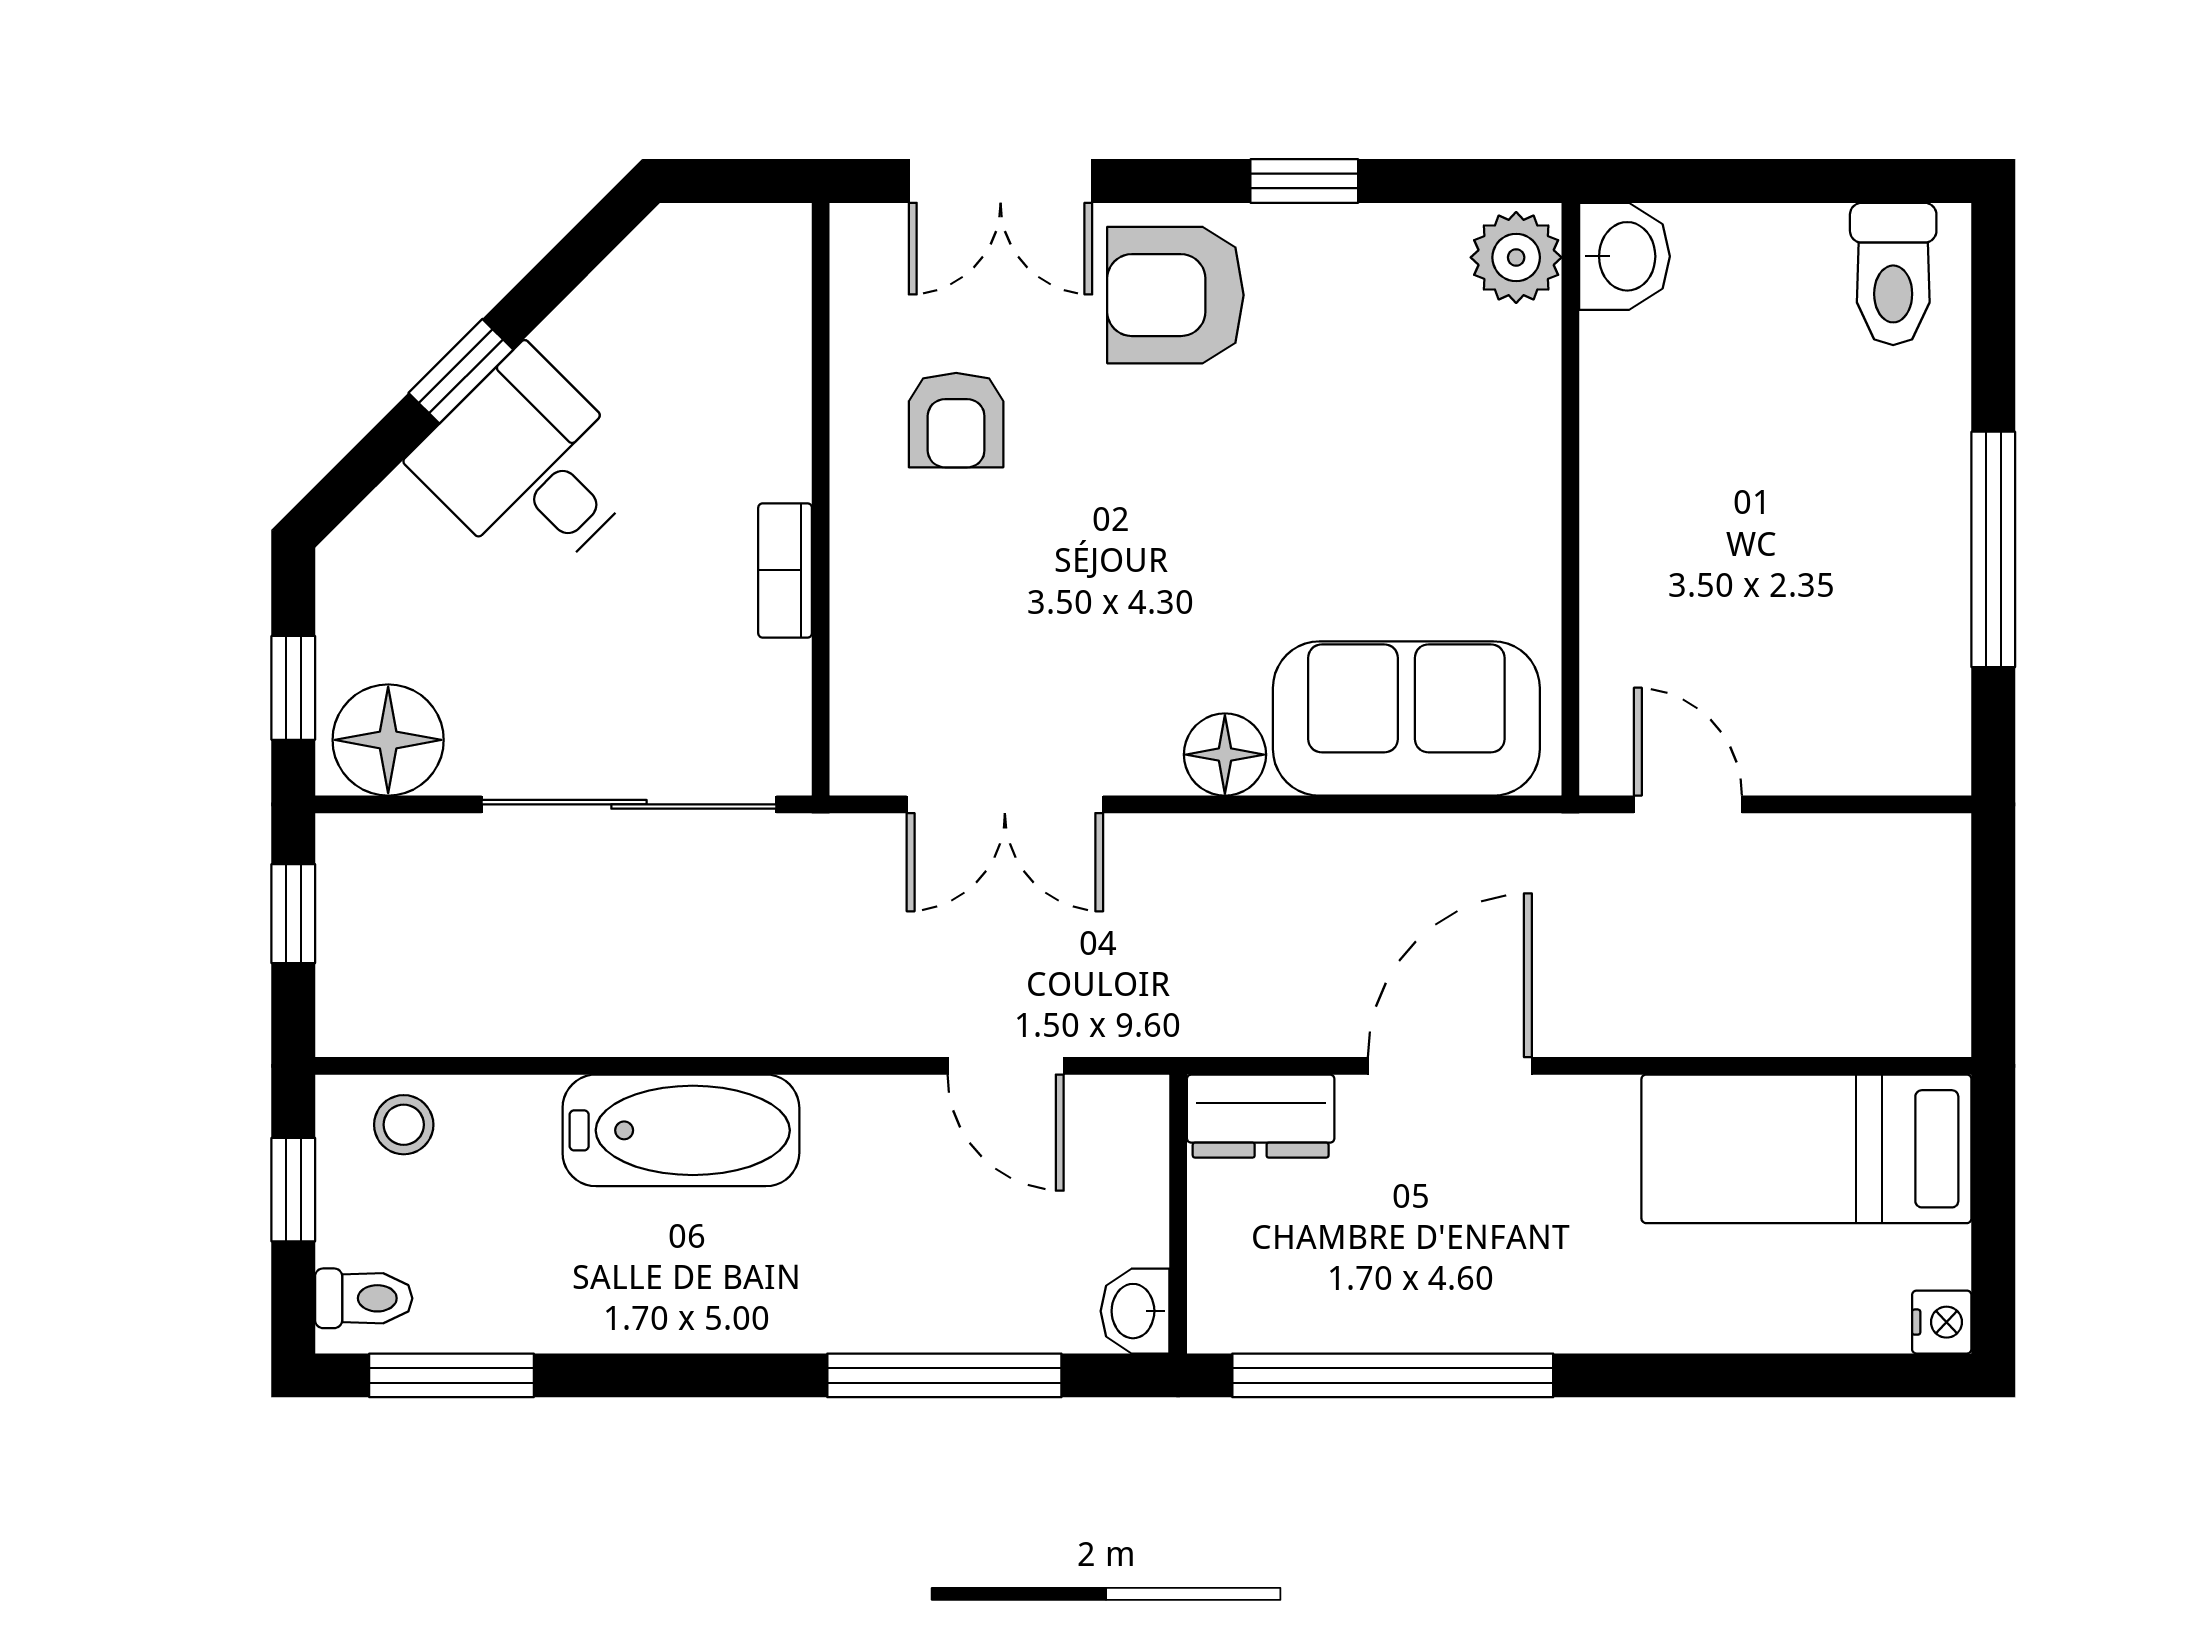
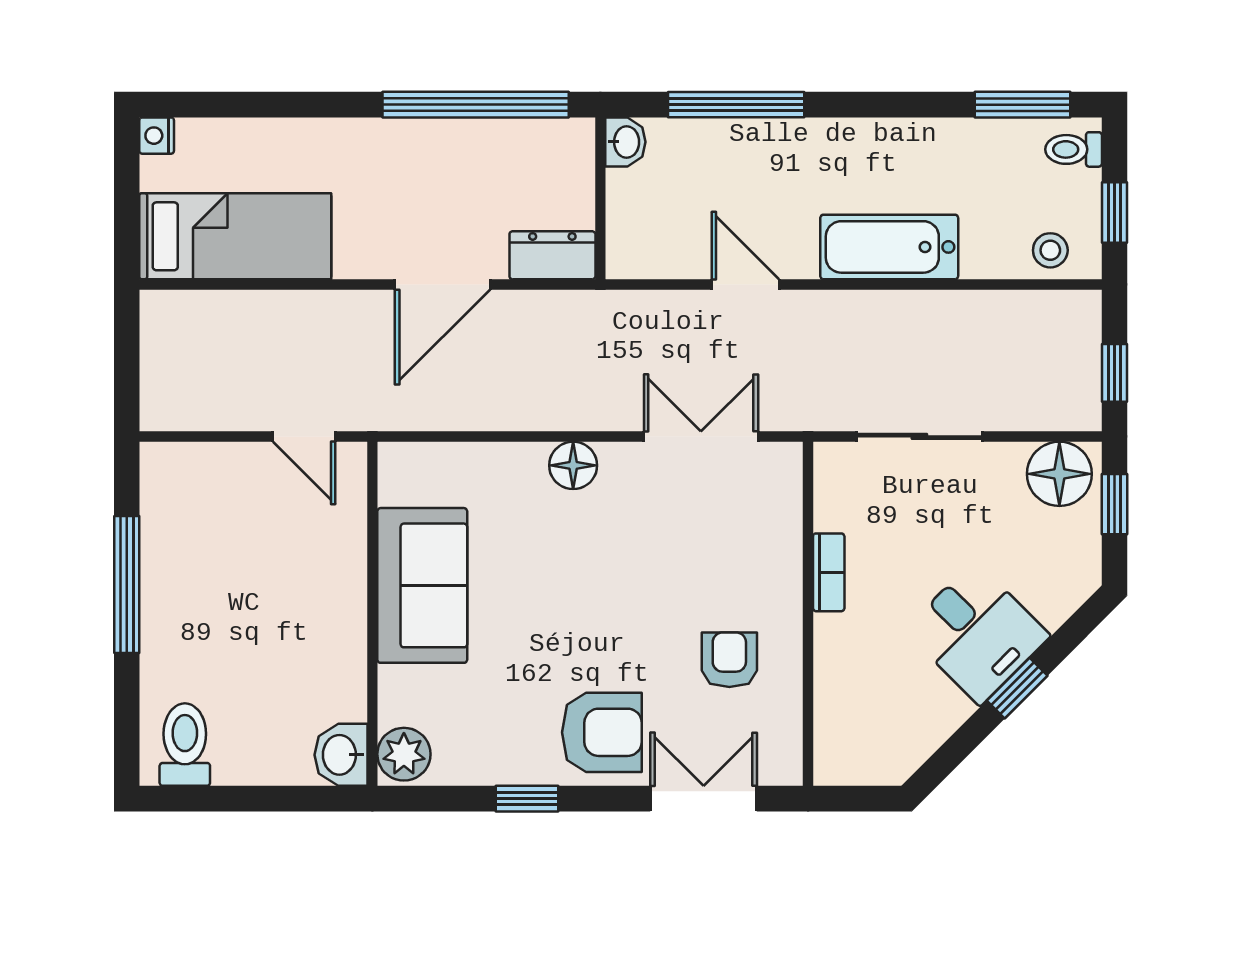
sofa: (1406, 718) -> (422, 585), moved, turned -90
sliding door: (629, 804) -> (919, 436), width x0.73
door: (1006, 1066) -> (745, 284), moved

